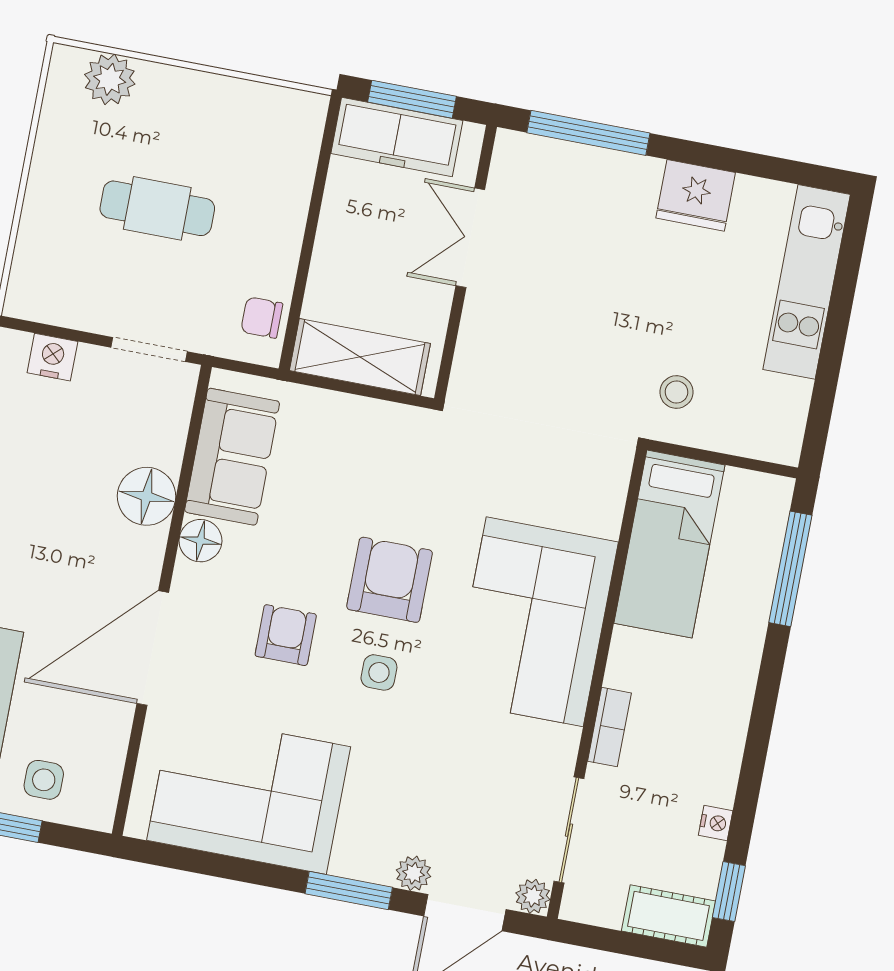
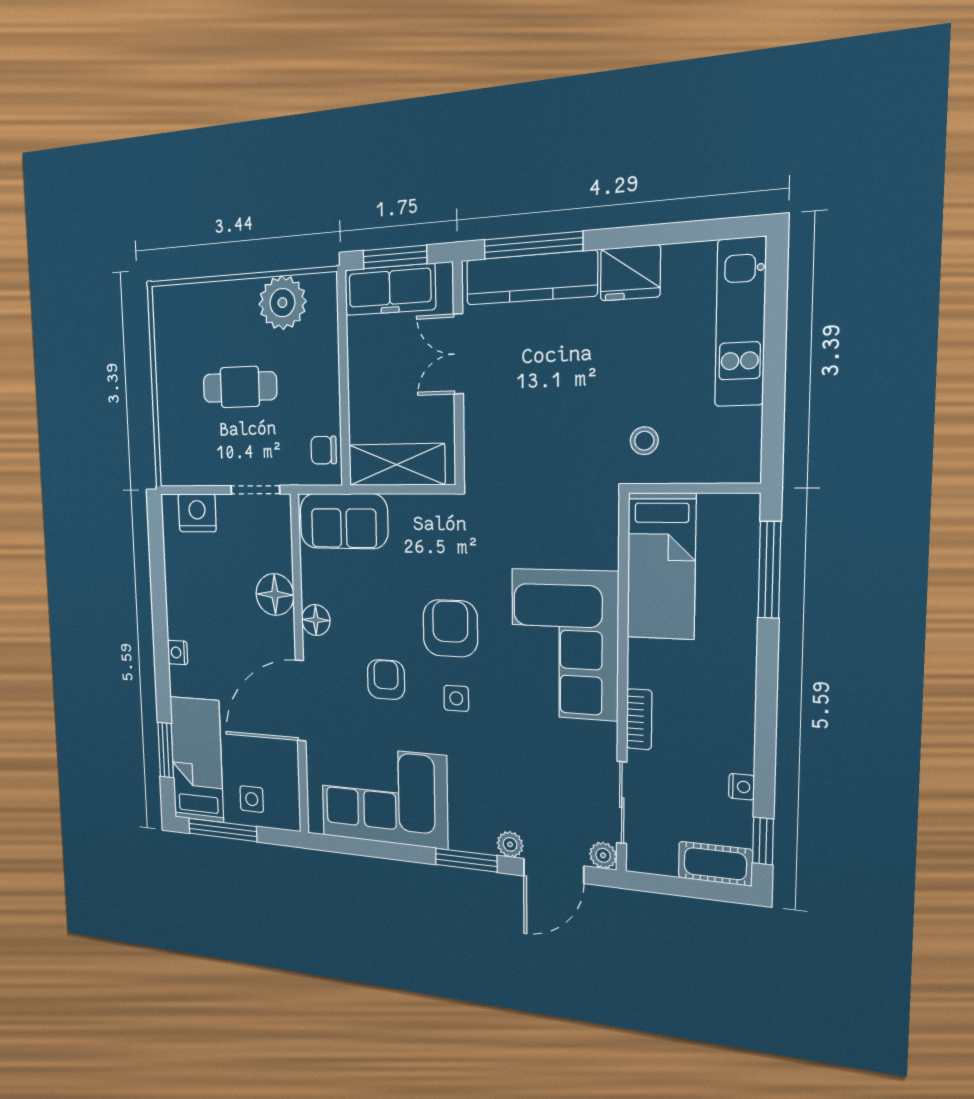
plant: (110, 79) -> (282, 303), moved, width x1.36, depth x1.36
kitchen counter: (579, 170) -> (531, 278), added
nightstand: (52, 357) -> (197, 513), width x1.36, depth x1.33
sofa: (232, 457) -> (344, 521), moved, turned 90

